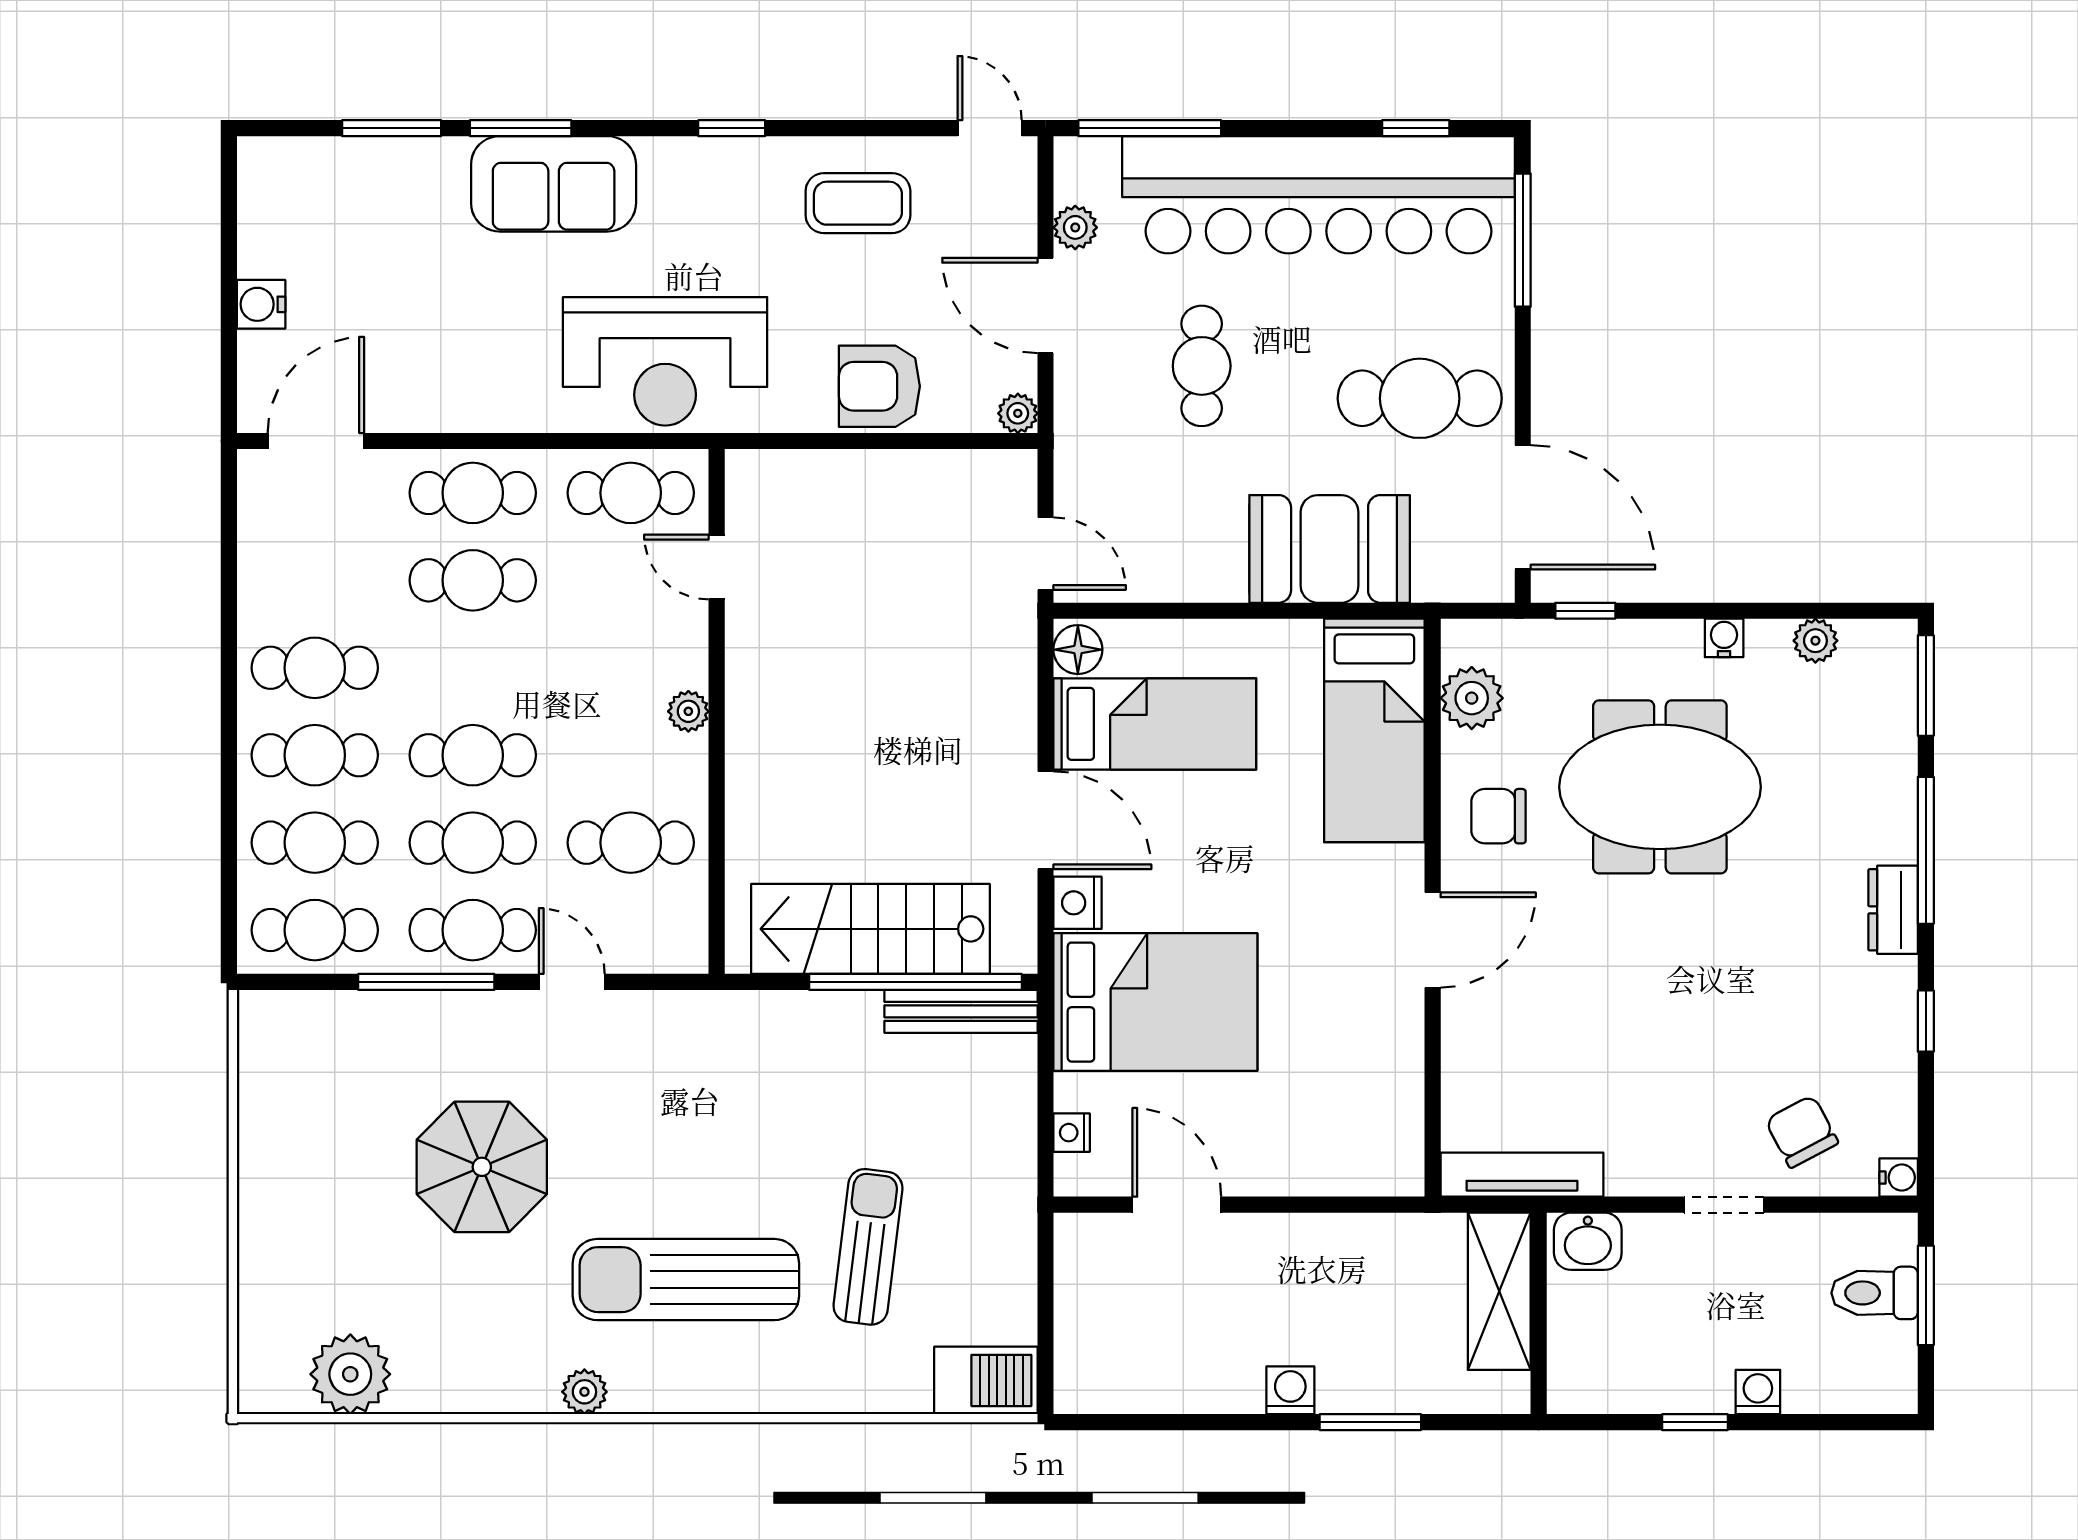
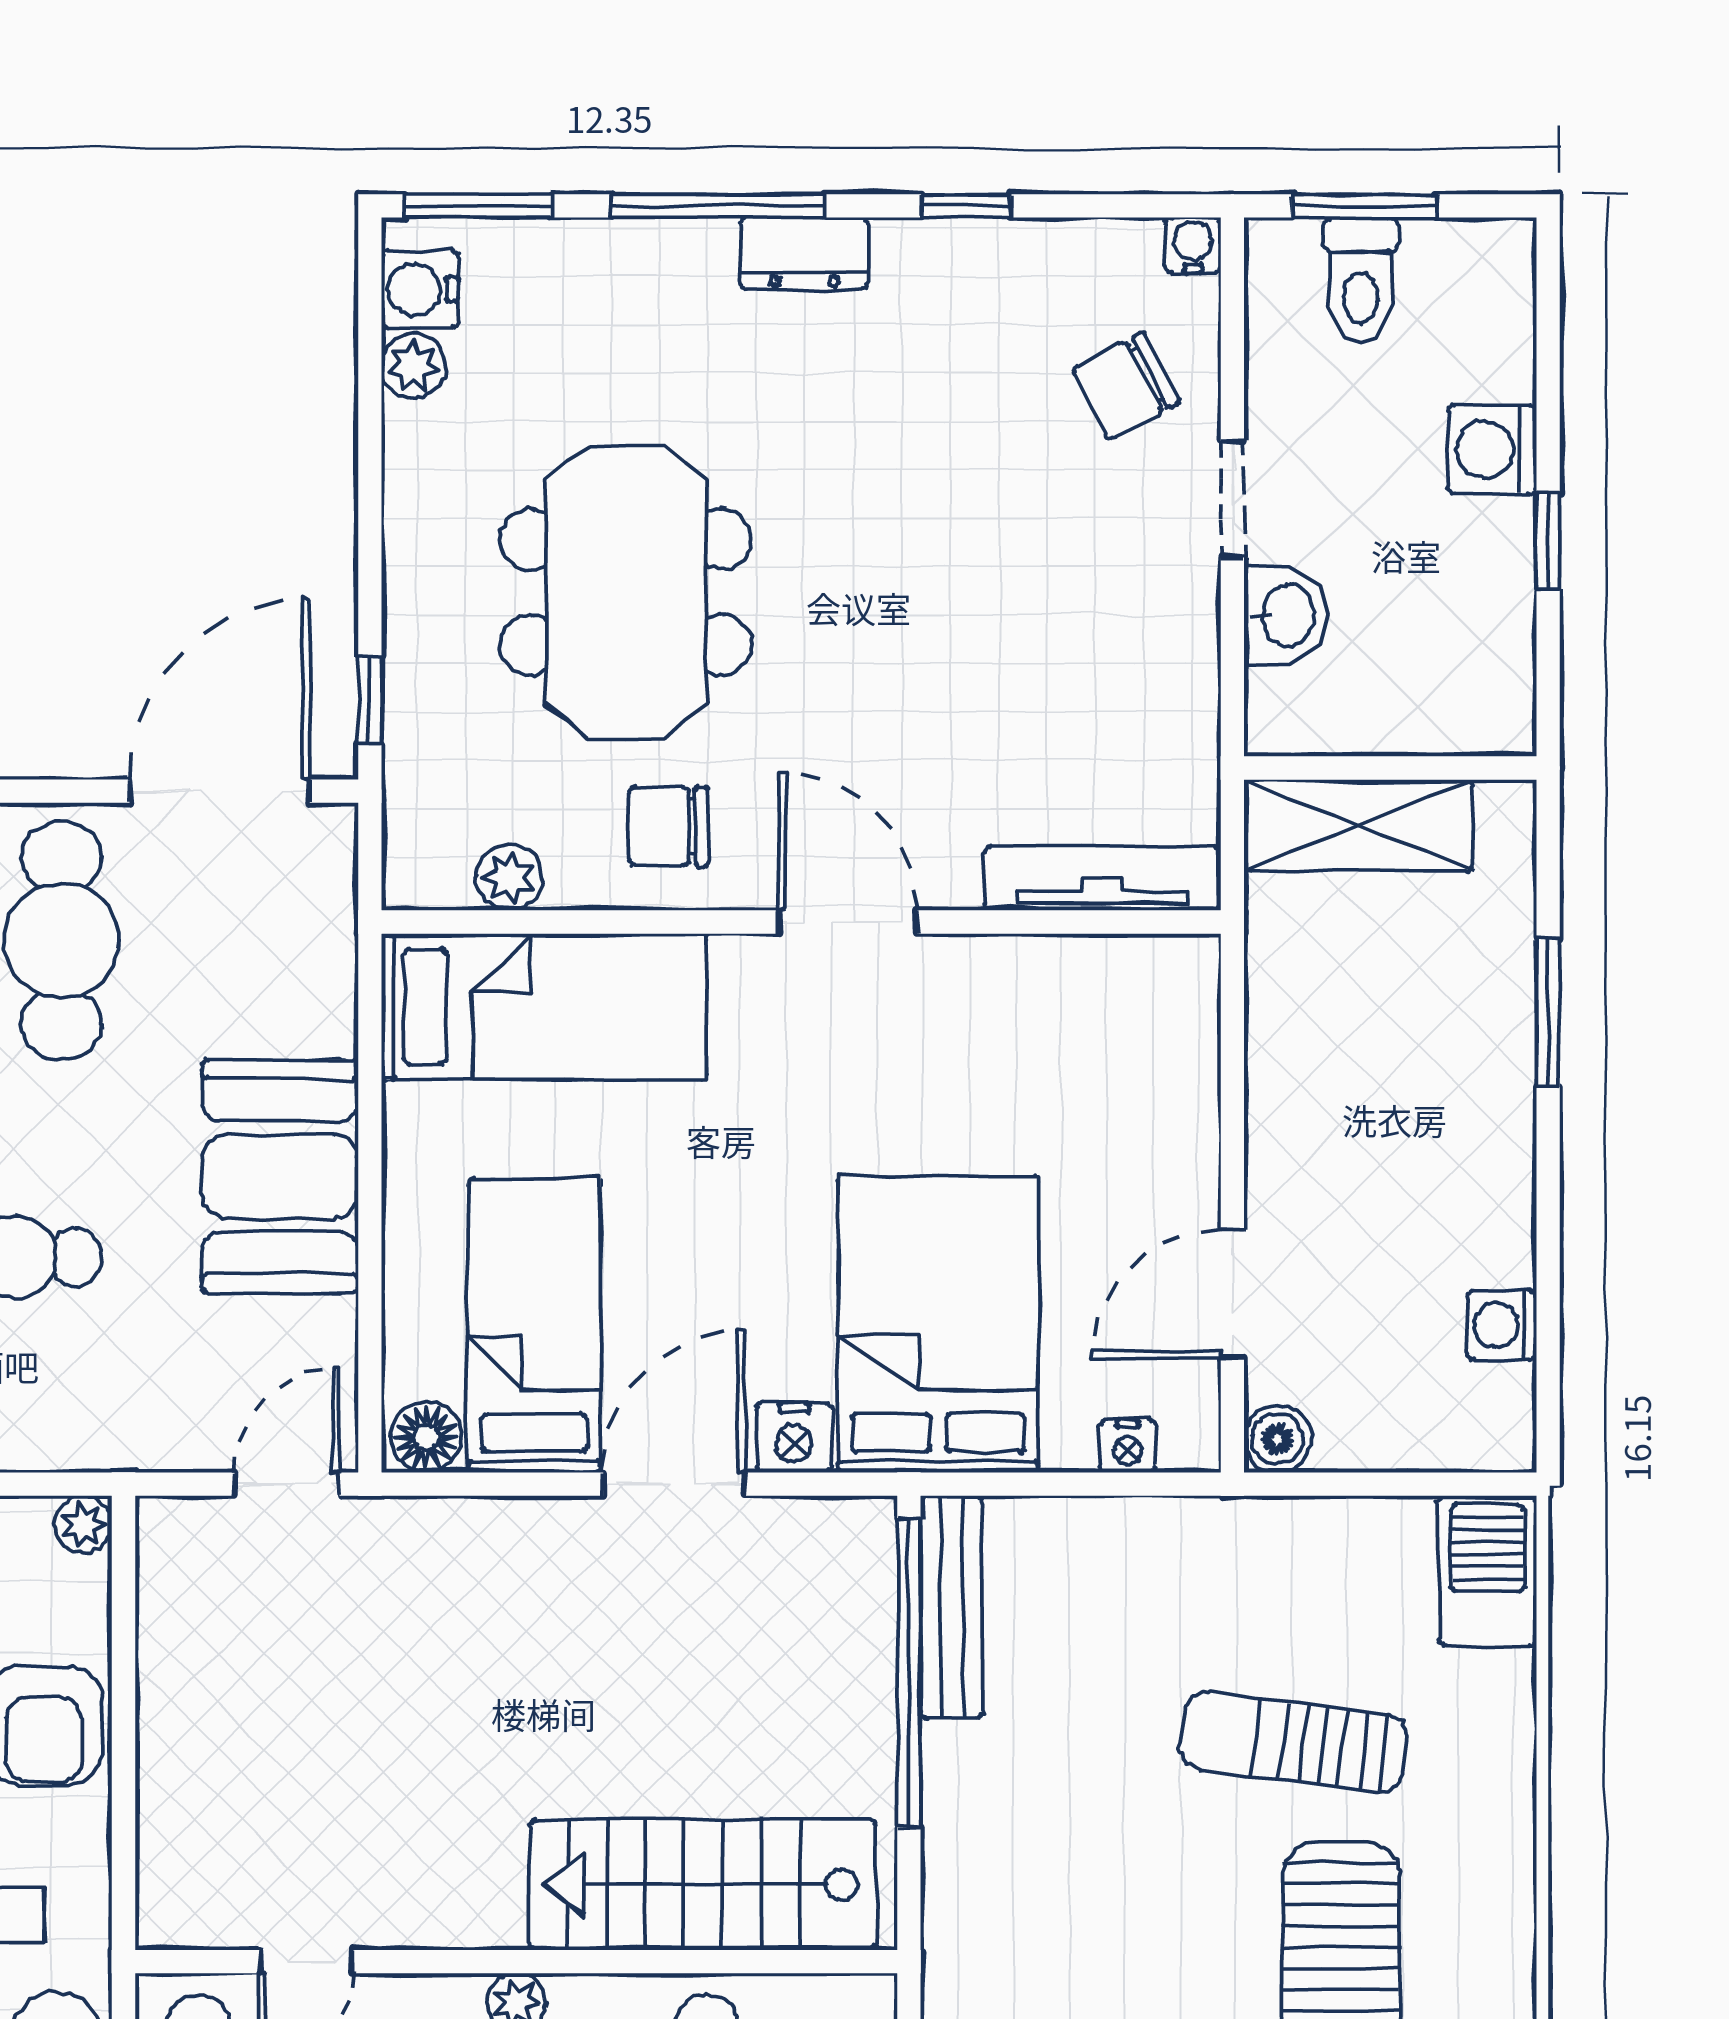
booth: (1330, 549) -> (280, 1176), moved
water cooler: (1724, 638) -> (420, 289), moved, width x1.38, depth x1.38
plant: (1472, 698) -> (509, 878), width x0.73, depth x0.73
chair: (1498, 816) -> (668, 826), turned 90
stairs: (870, 929) -> (703, 1885), moved, turned 90
tv unit: (1522, 1175) -> (1103, 878), moved, turned 90
boiler: (1077, 1236) -> (1278, 1439), added
washbasin: (1588, 1241) -> (1286, 615), moved
washing machine: (1290, 1390) -> (1502, 1325), moved
washing machine: (1758, 1392) -> (1492, 450), width x1.38, depth x1.38

